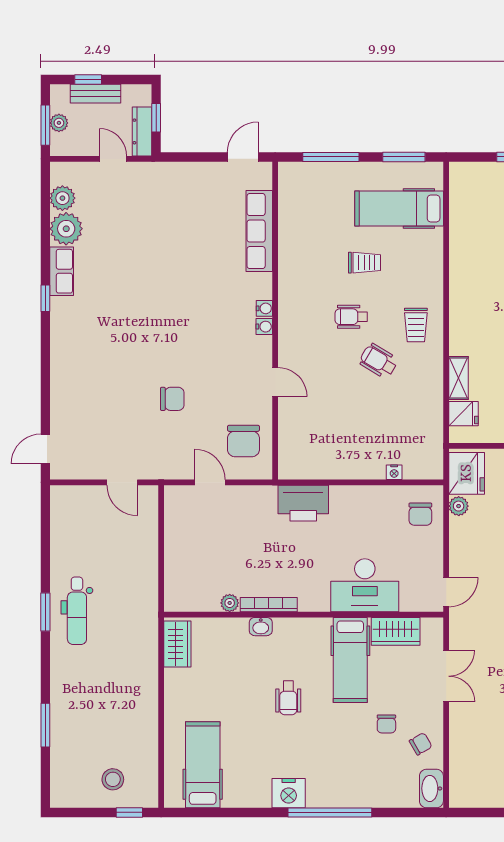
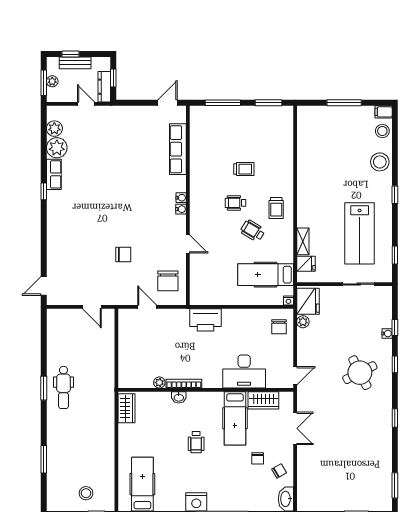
hospital bed: (399, 208) -> (266, 275), moved
nightstand: (394, 472) -> (288, 301), moved

